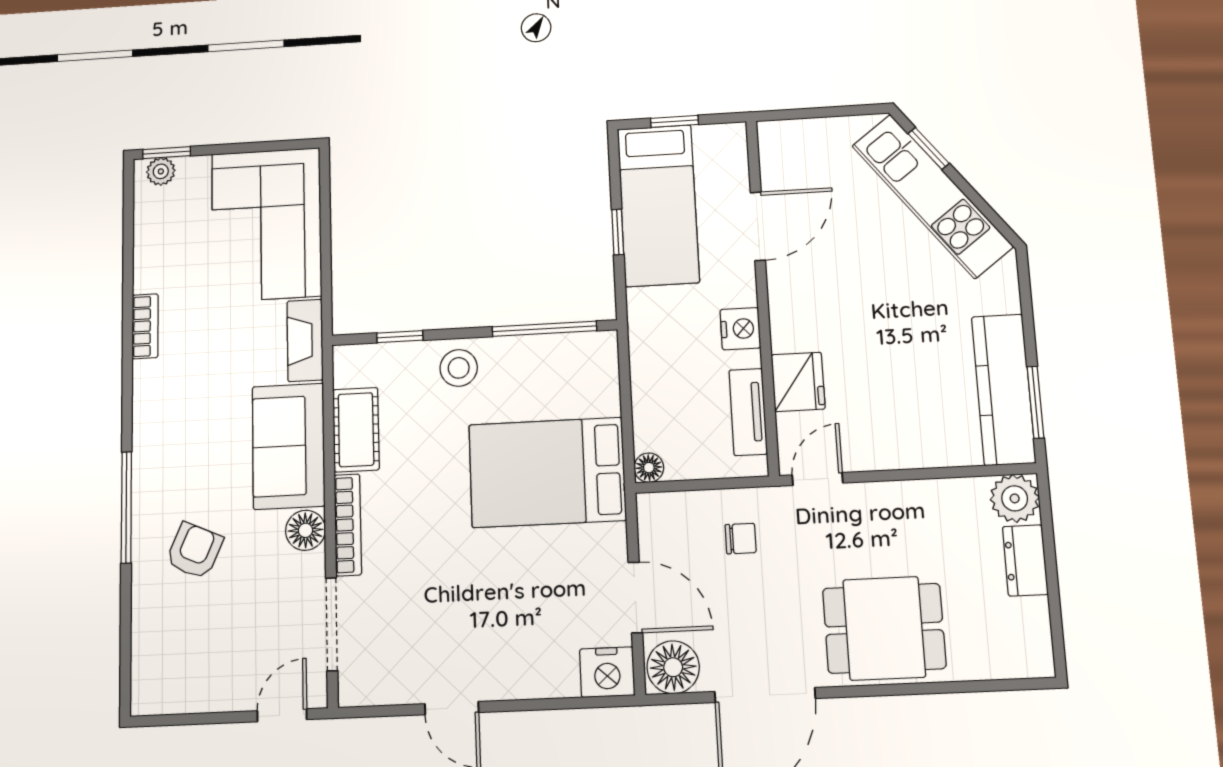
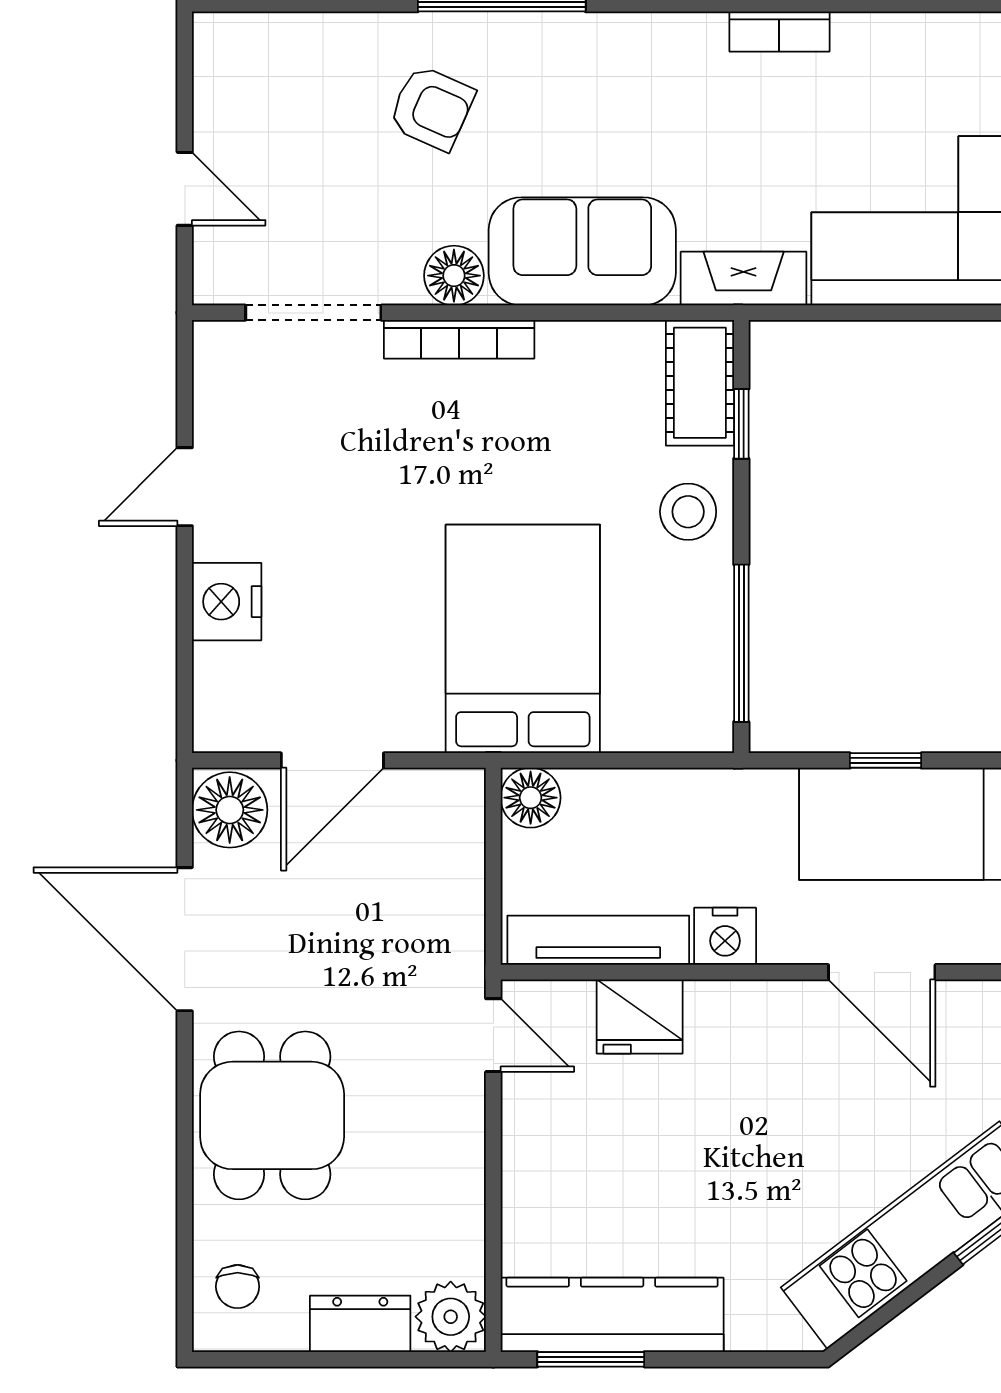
tv unit: (748, 412) -> (598, 940), width x1.41
cot: (356, 430) -> (700, 383), moved, turned 90
floor lamp: (649, 468) -> (531, 798), width x1.37, depth x1.37
chair: (741, 539) -> (238, 1287), moved
nightstand: (607, 672) -> (227, 602), moved
door: (282, 715) -> (185, 189), moved

